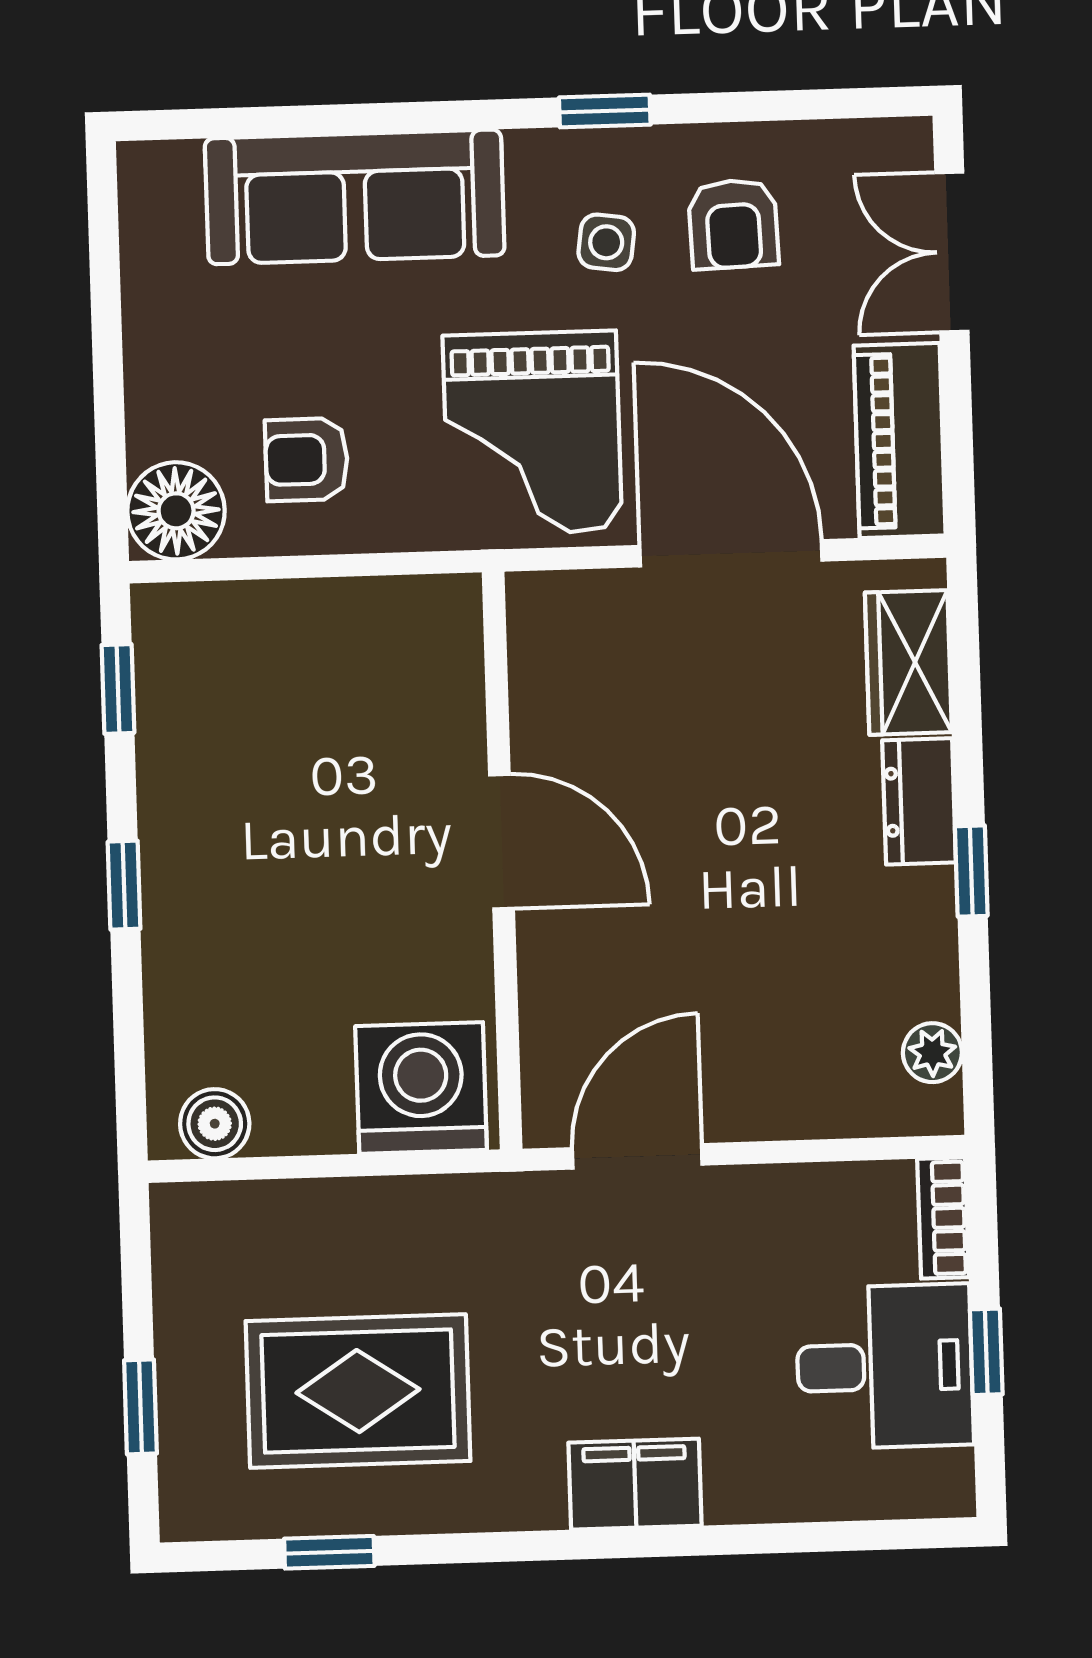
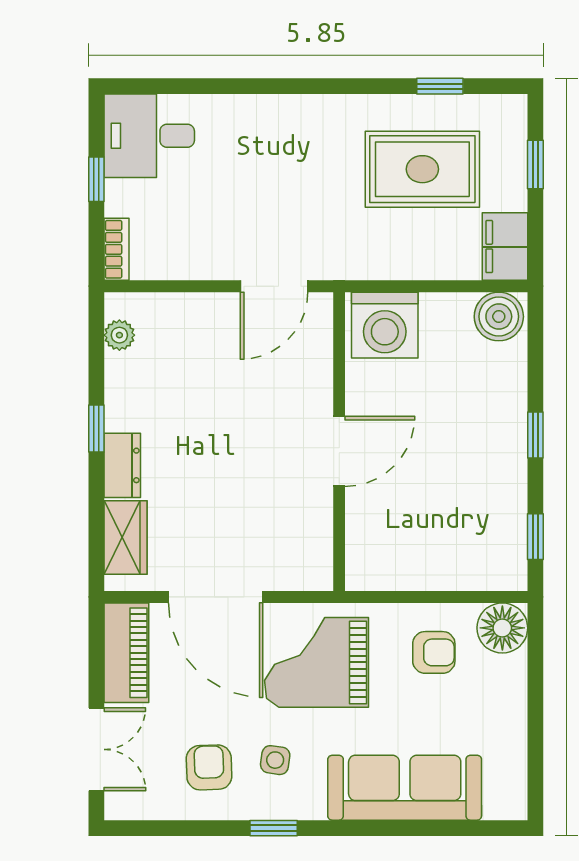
grand piano: (532, 433) -> (316, 662), turned -90
door: (502, 842) -> (339, 451), swing flipped
boiler: (215, 1124) -> (499, 317), width x1.36, depth x1.36
desk: (885, 1367) -> (149, 136), moved
filing cabinet: (635, 1484) -> (505, 247), moved, turned 90

